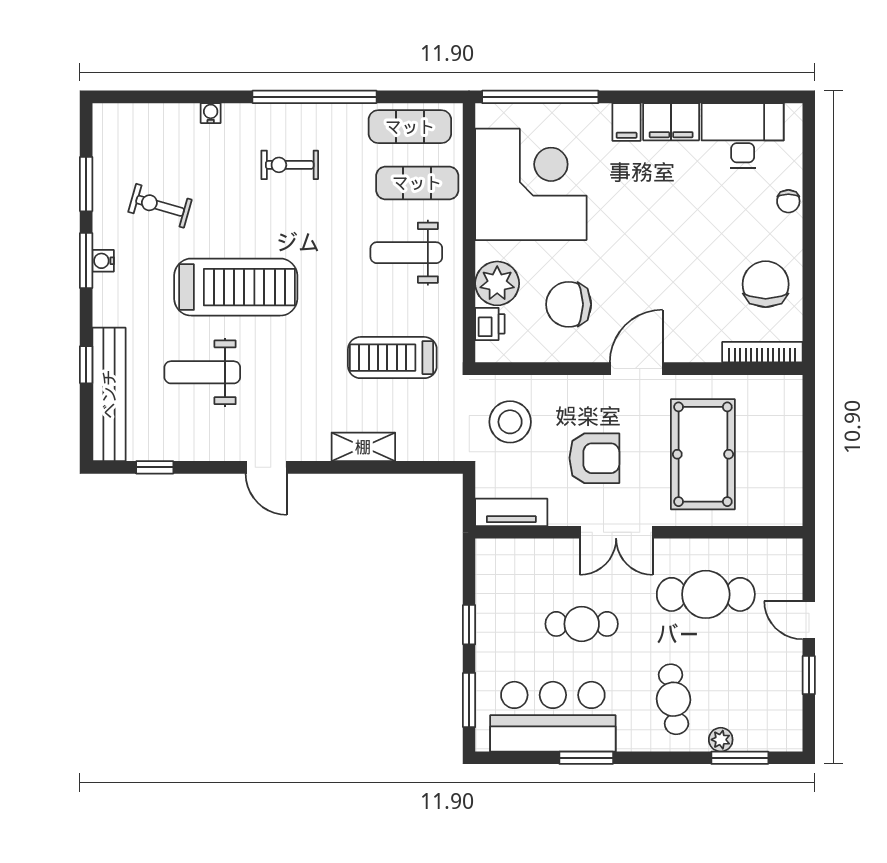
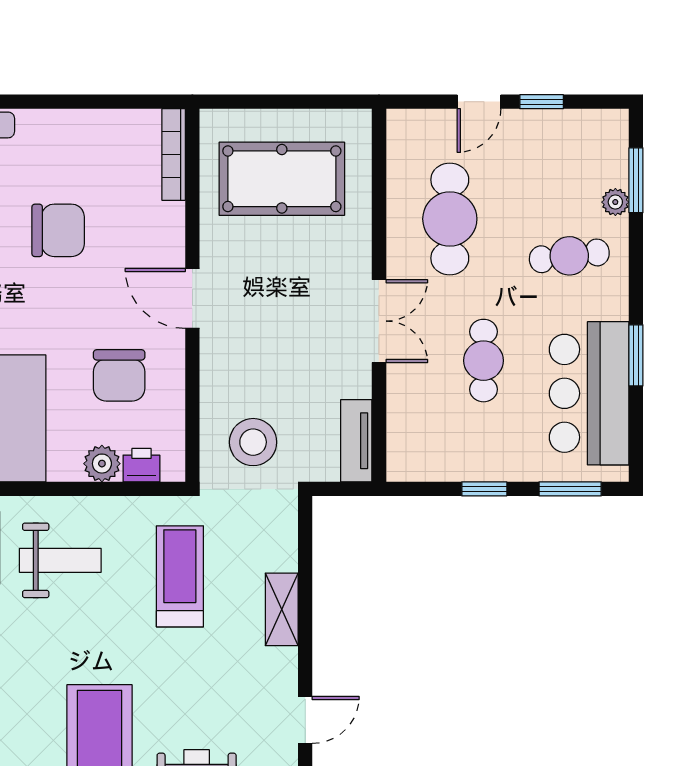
weight bench: (406, 253) -> (60, 560), turned -90
plant: (497, 283) -> (102, 464), width x0.73, depth x0.73
chair: (766, 284) -> (58, 230), moved, turned 180
treadmill: (392, 358) -> (180, 576), turned 180
pool table: (703, 454) -> (282, 179), moved
armchair: (594, 458) -> (295, 346), removed

